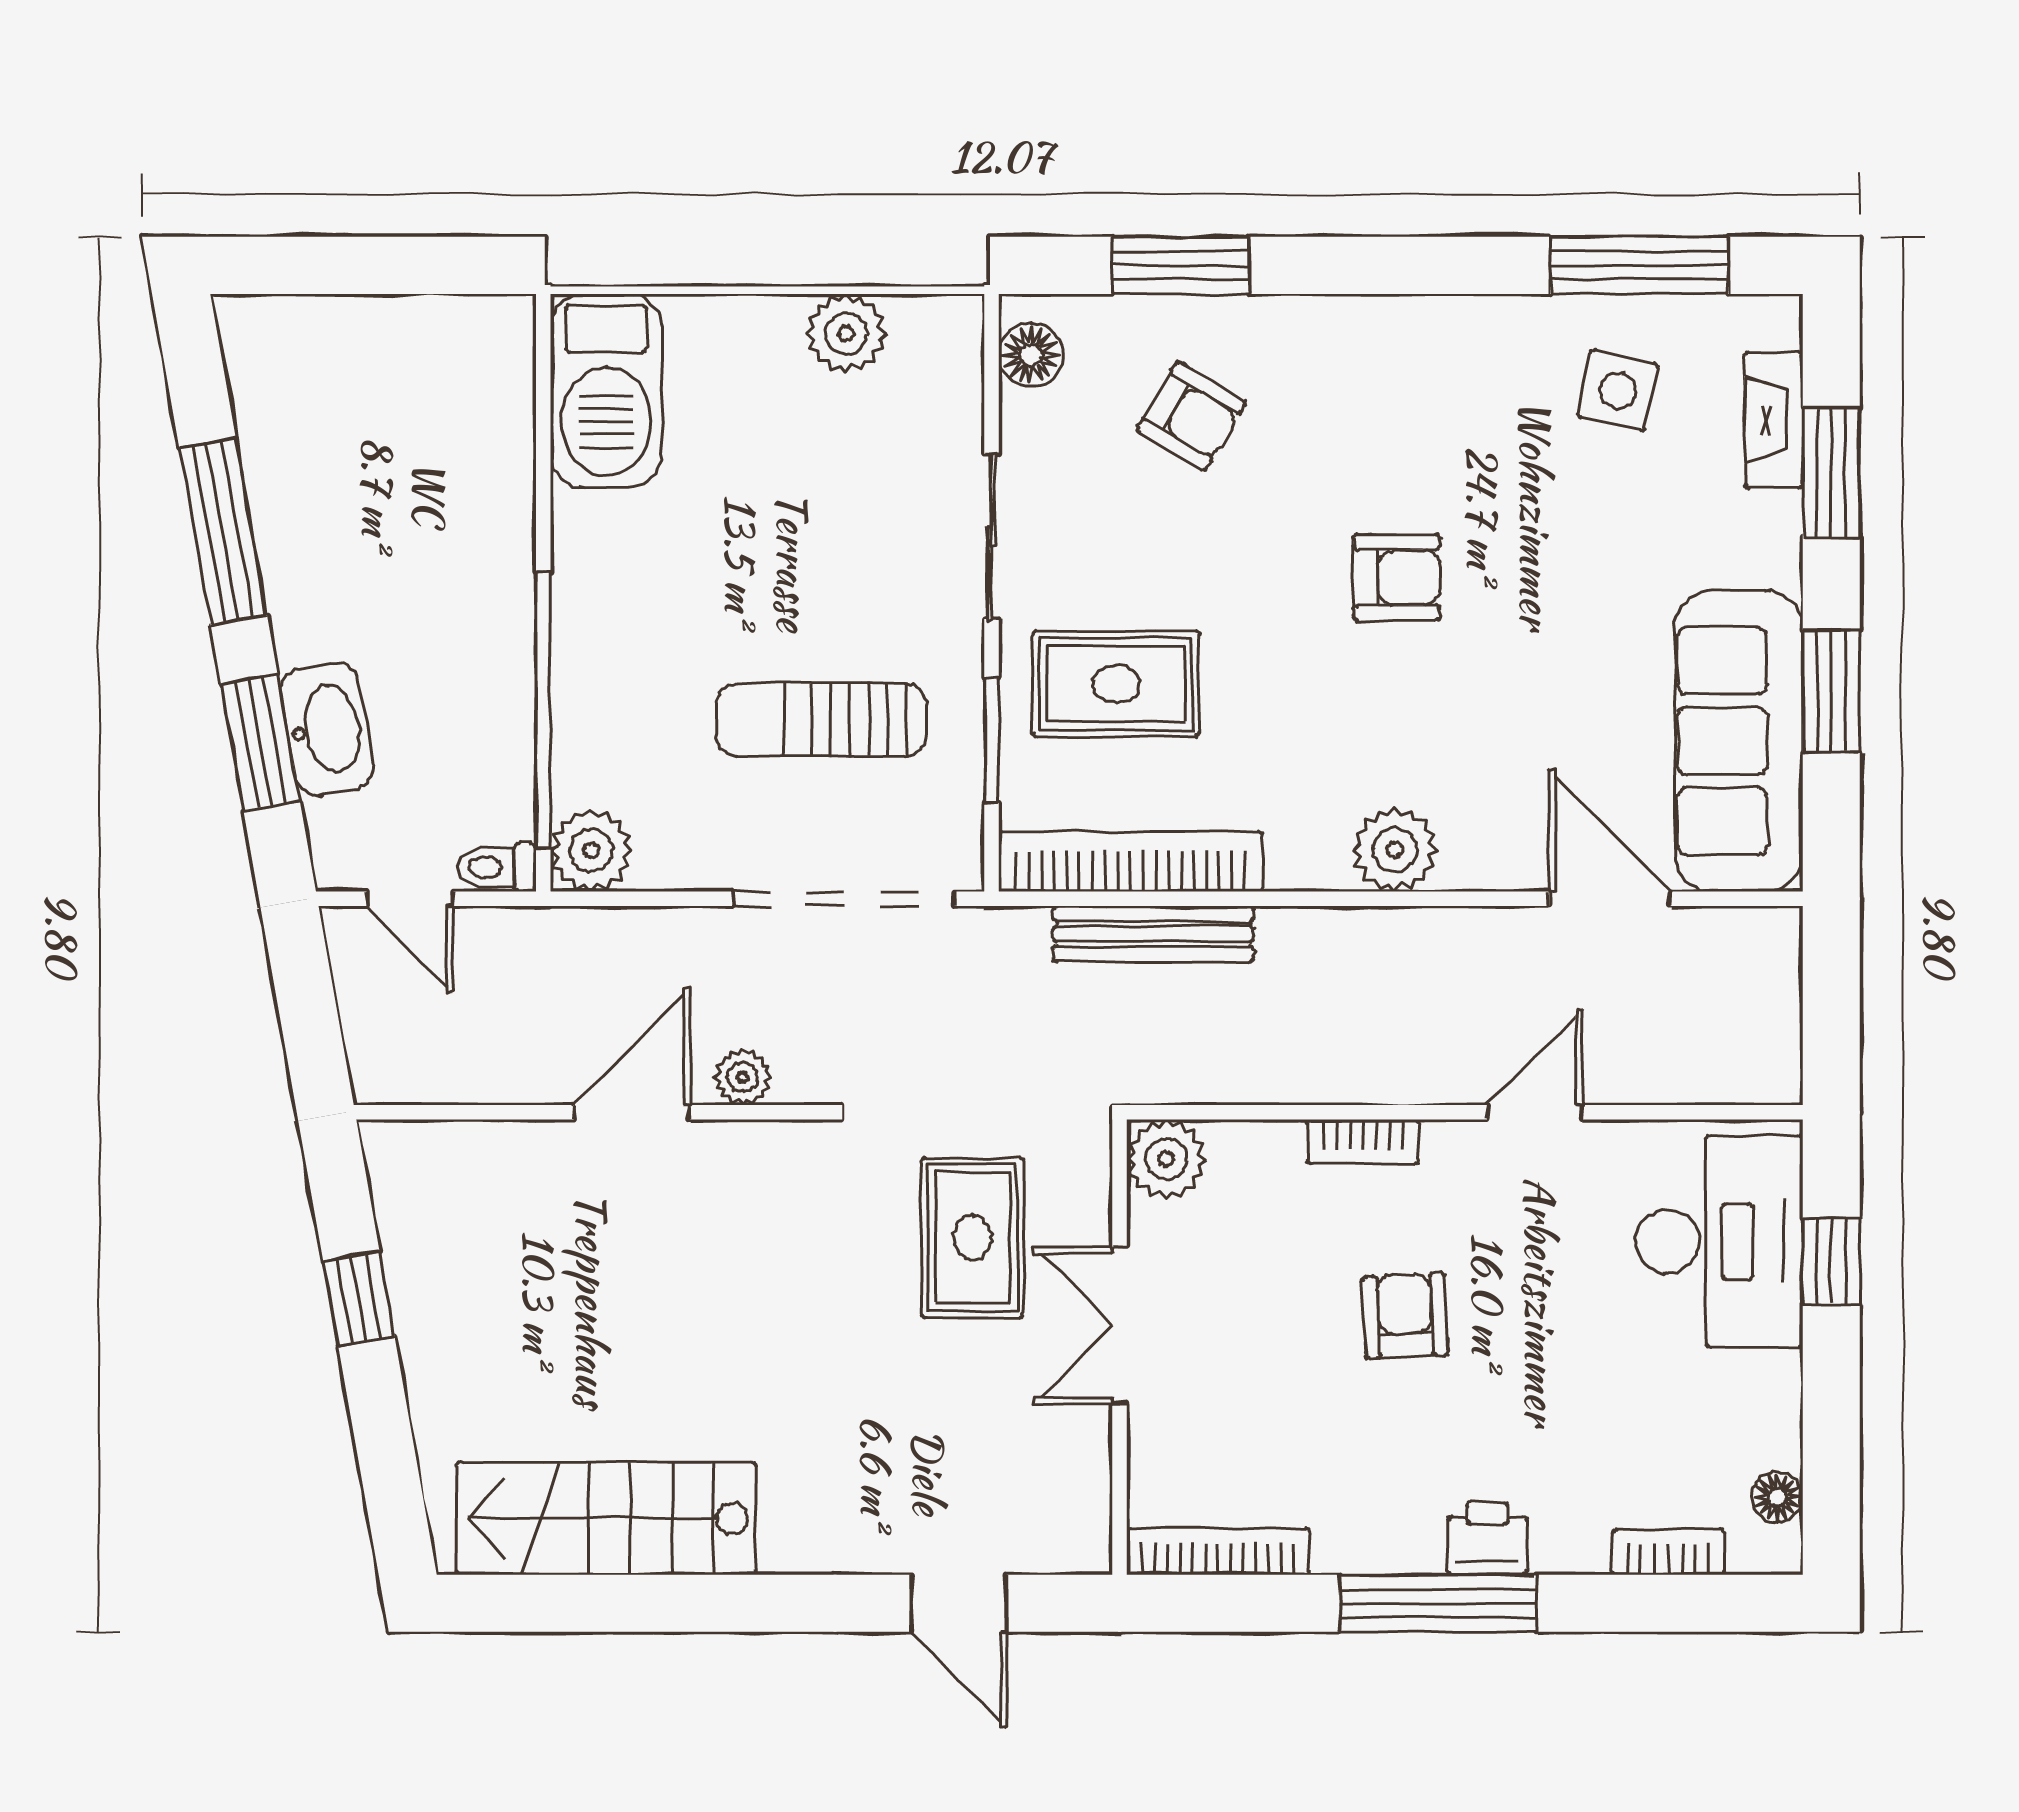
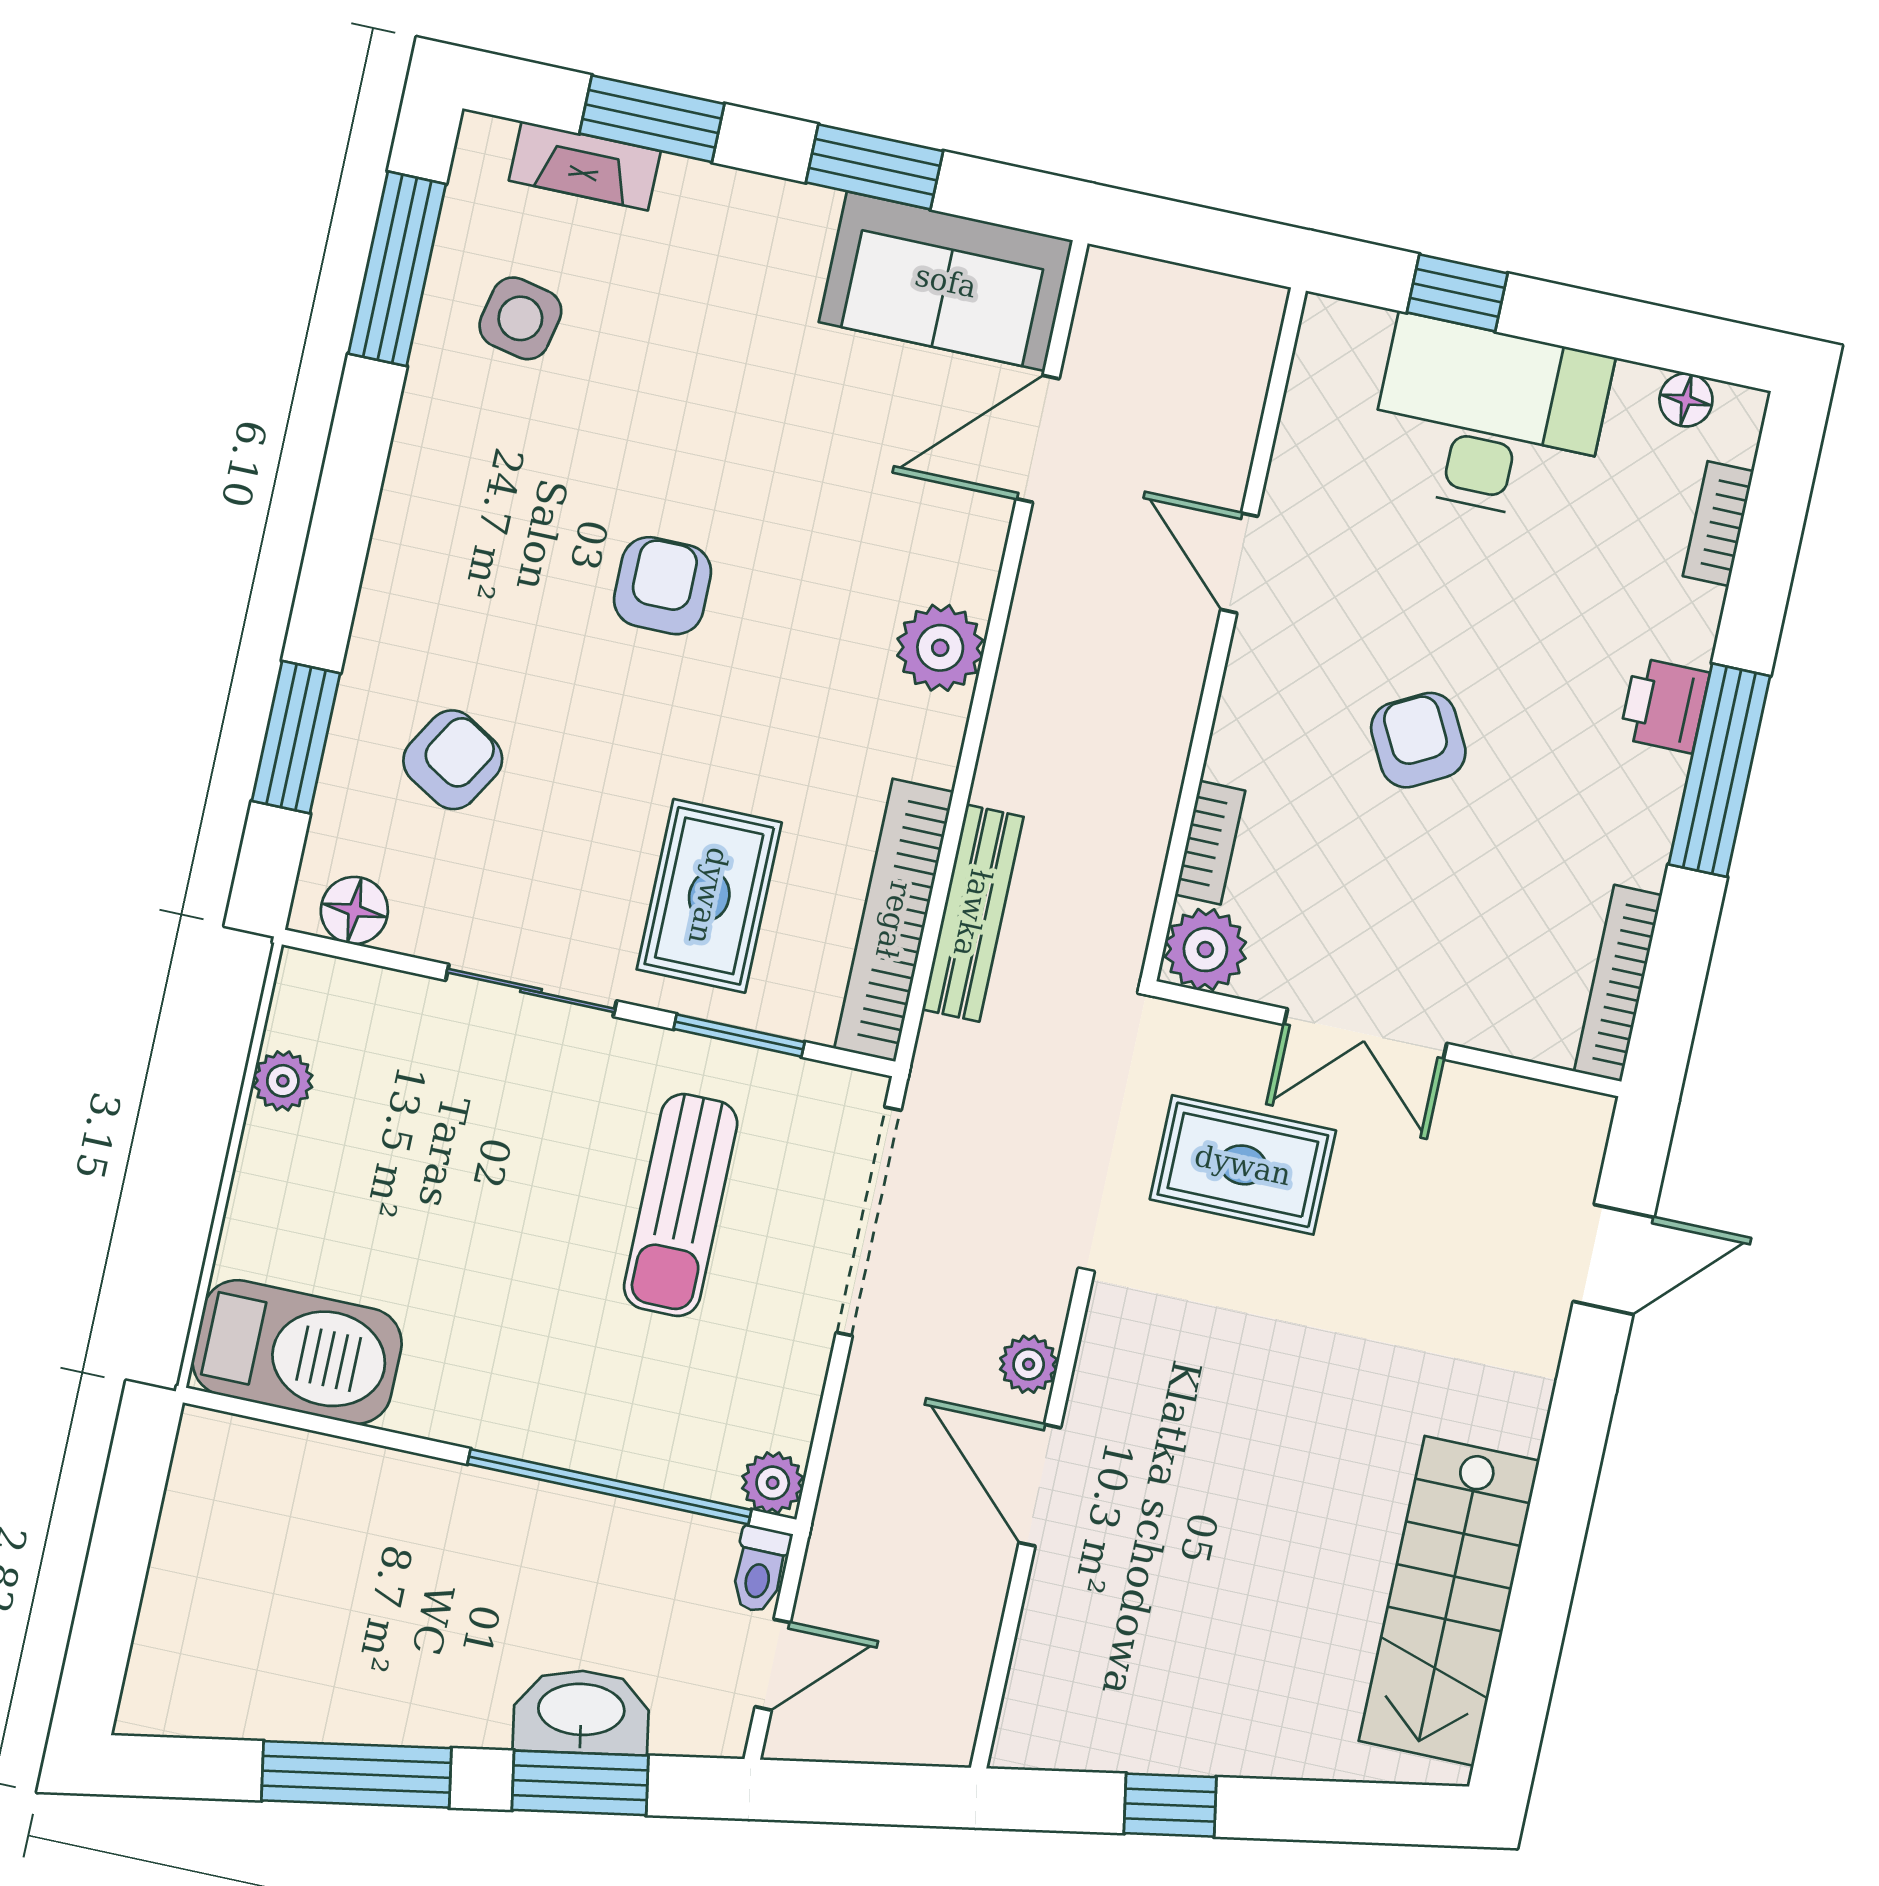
plant: (846, 333) -> (283, 1081), width x0.73, depth x0.73
sofa: (1739, 741) -> (946, 281), width x0.73
plant: (591, 851) -> (773, 1483), width x0.73, depth x0.73
bookcase: (1363, 1142) -> (1210, 843), moved
desk: (1719, 1241) -> (1489, 419), moved
armchair: (1405, 1316) -> (1418, 740), turned 65

